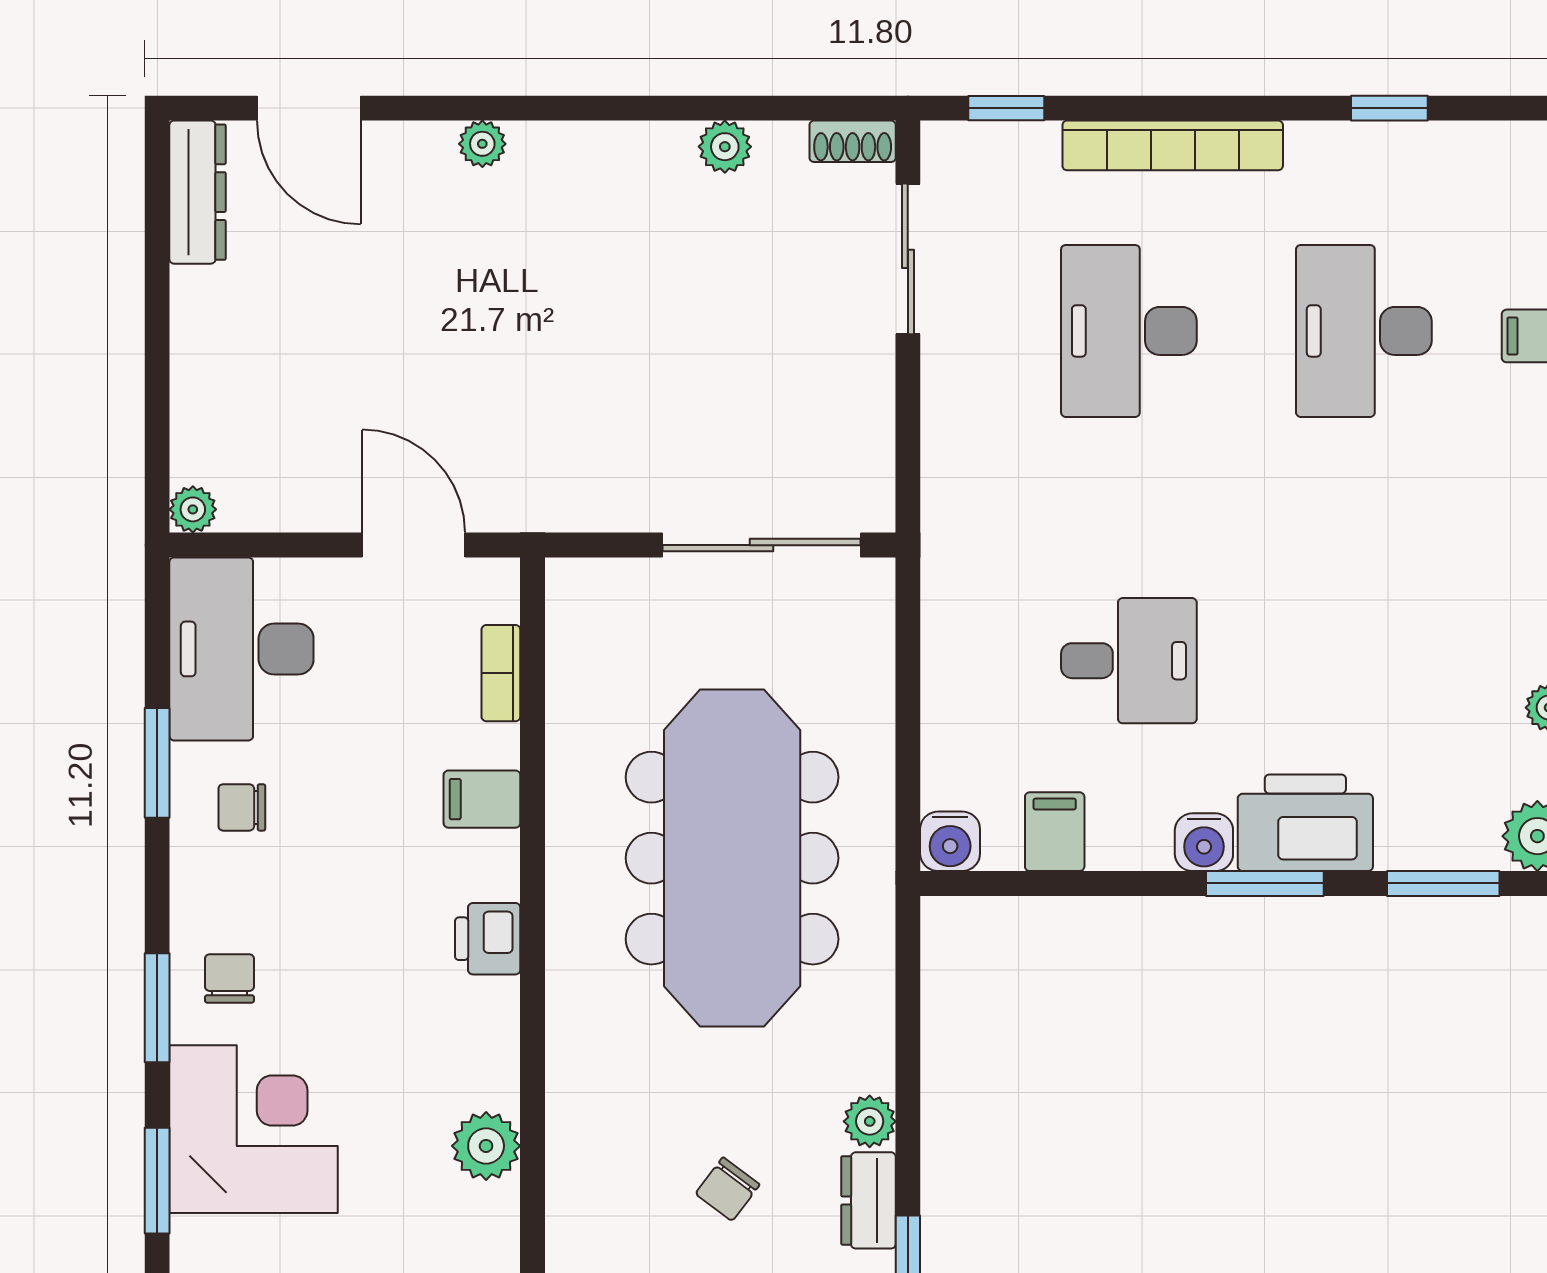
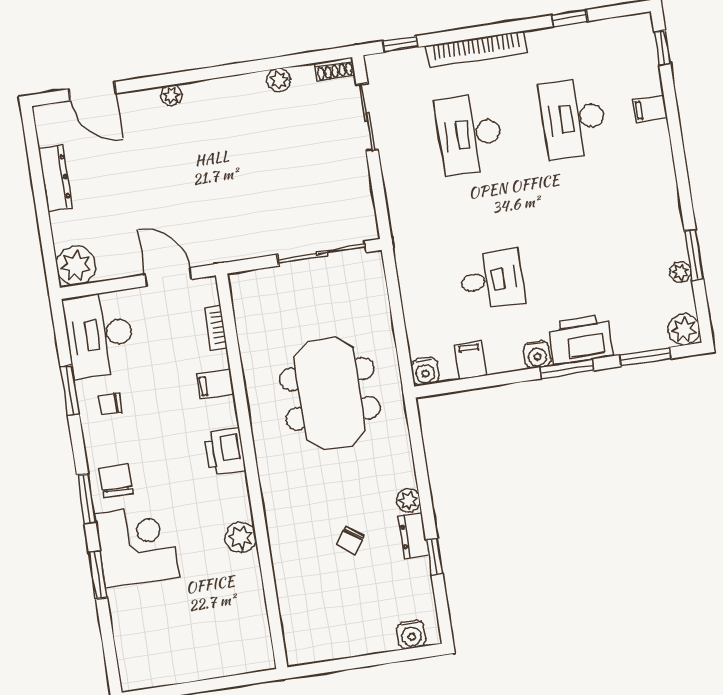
dresser: (198, 192) -> (55, 178), moved
plant: (193, 509) -> (76, 266), width x1.87, depth x1.87
meeting table: (732, 858) -> (330, 394), width x0.73
printer: (488, 939) -> (225, 452), width x1.36, depth x1.24
chair: (229, 978) -> (116, 481), width x1.37, depth x1.37

